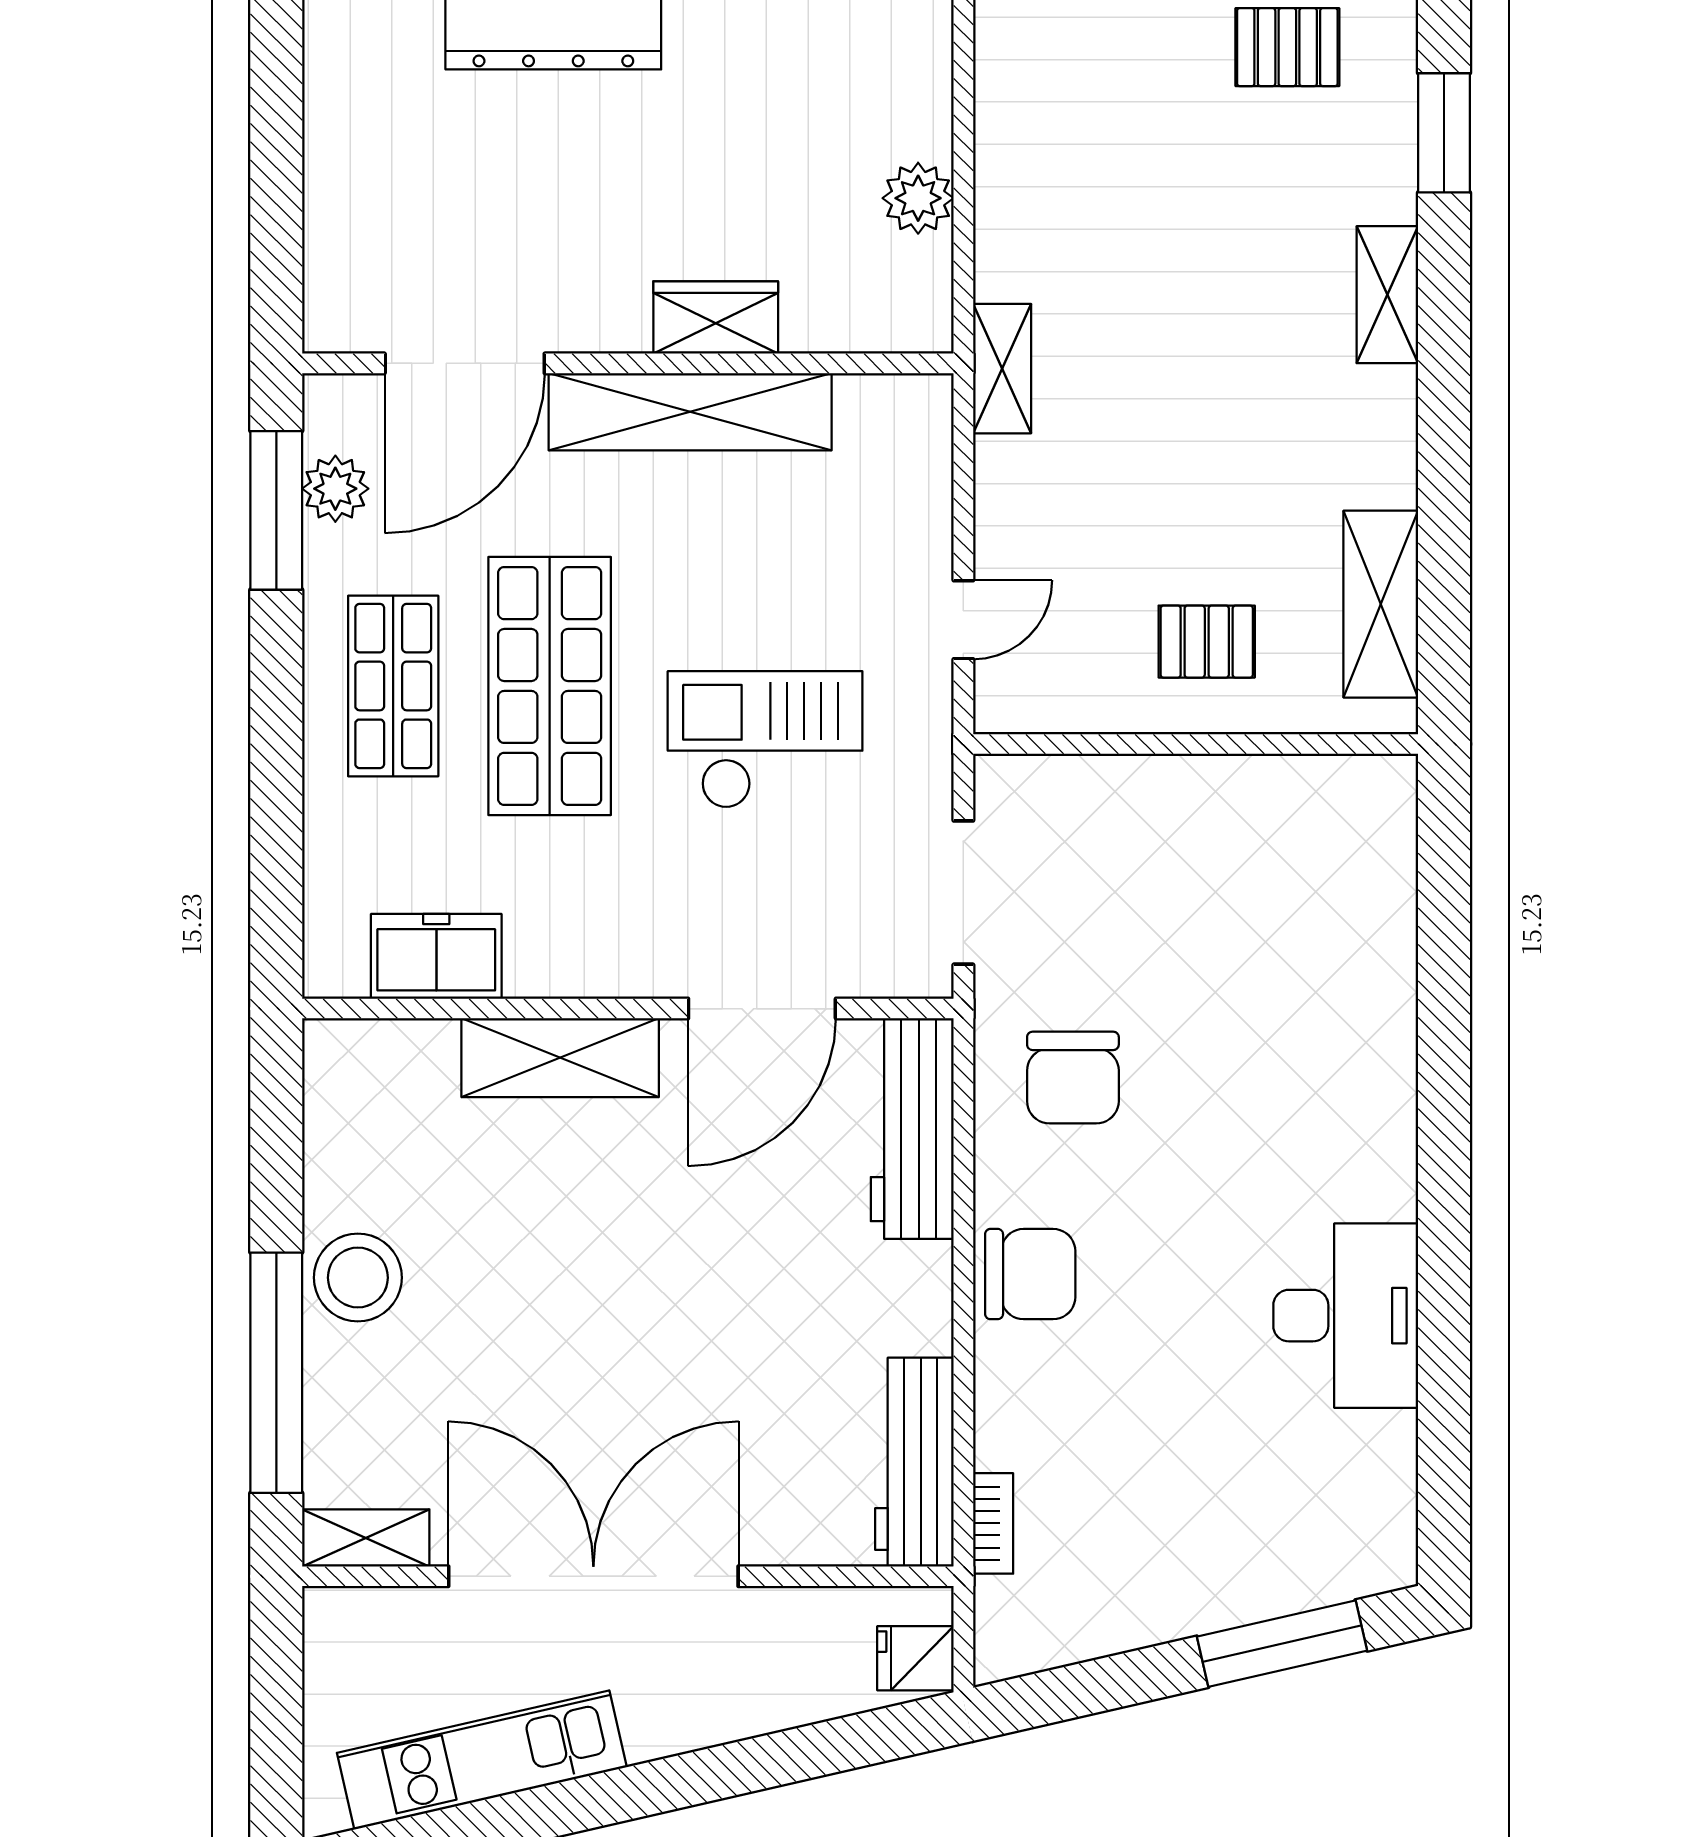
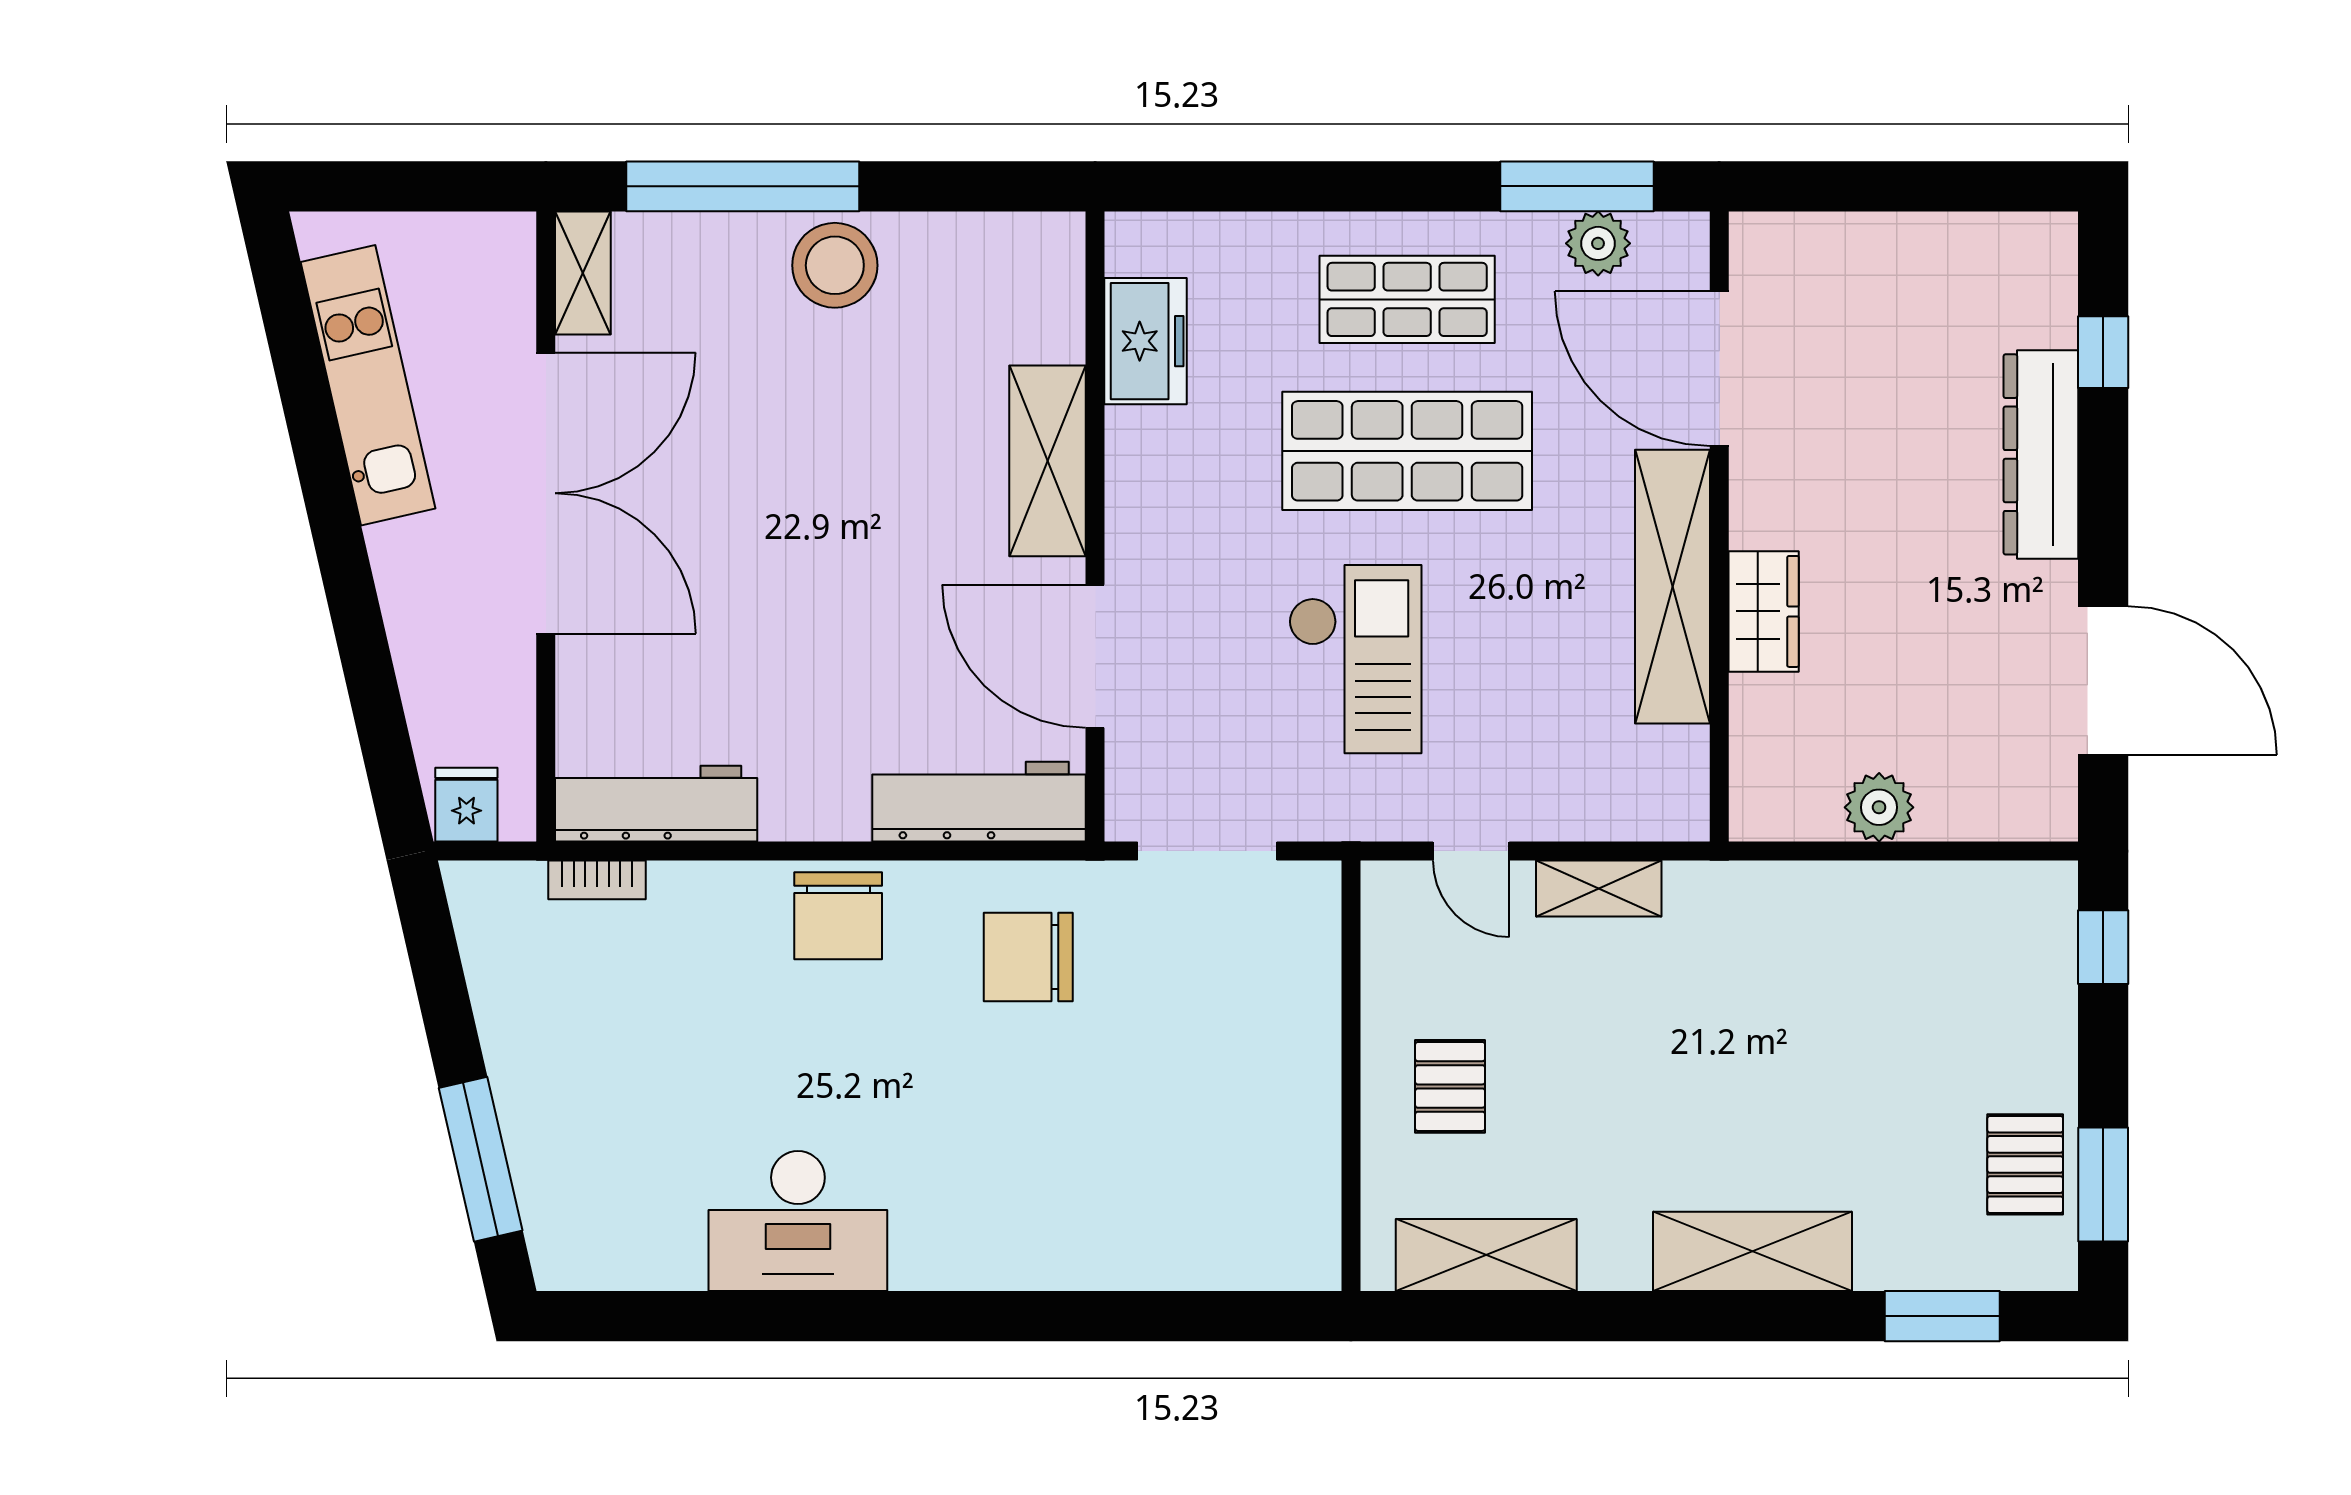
shelving: (1387, 295) -> (1753, 1251), width x1.50, depth x1.33
shelving: (1002, 369) -> (1599, 889), moved

